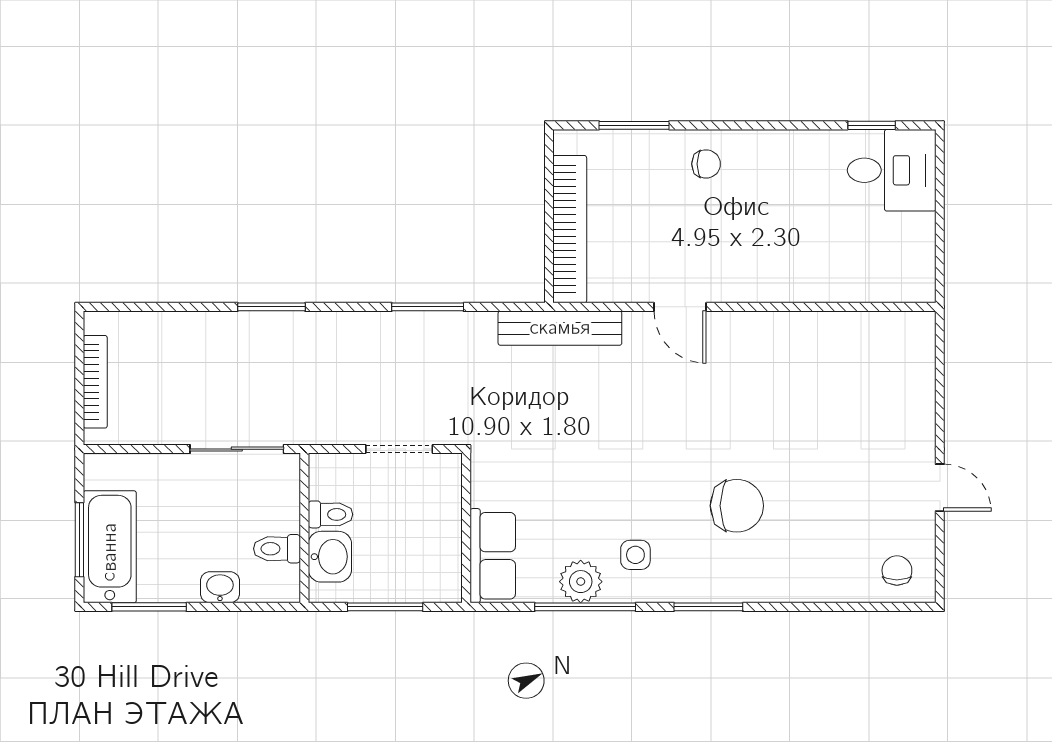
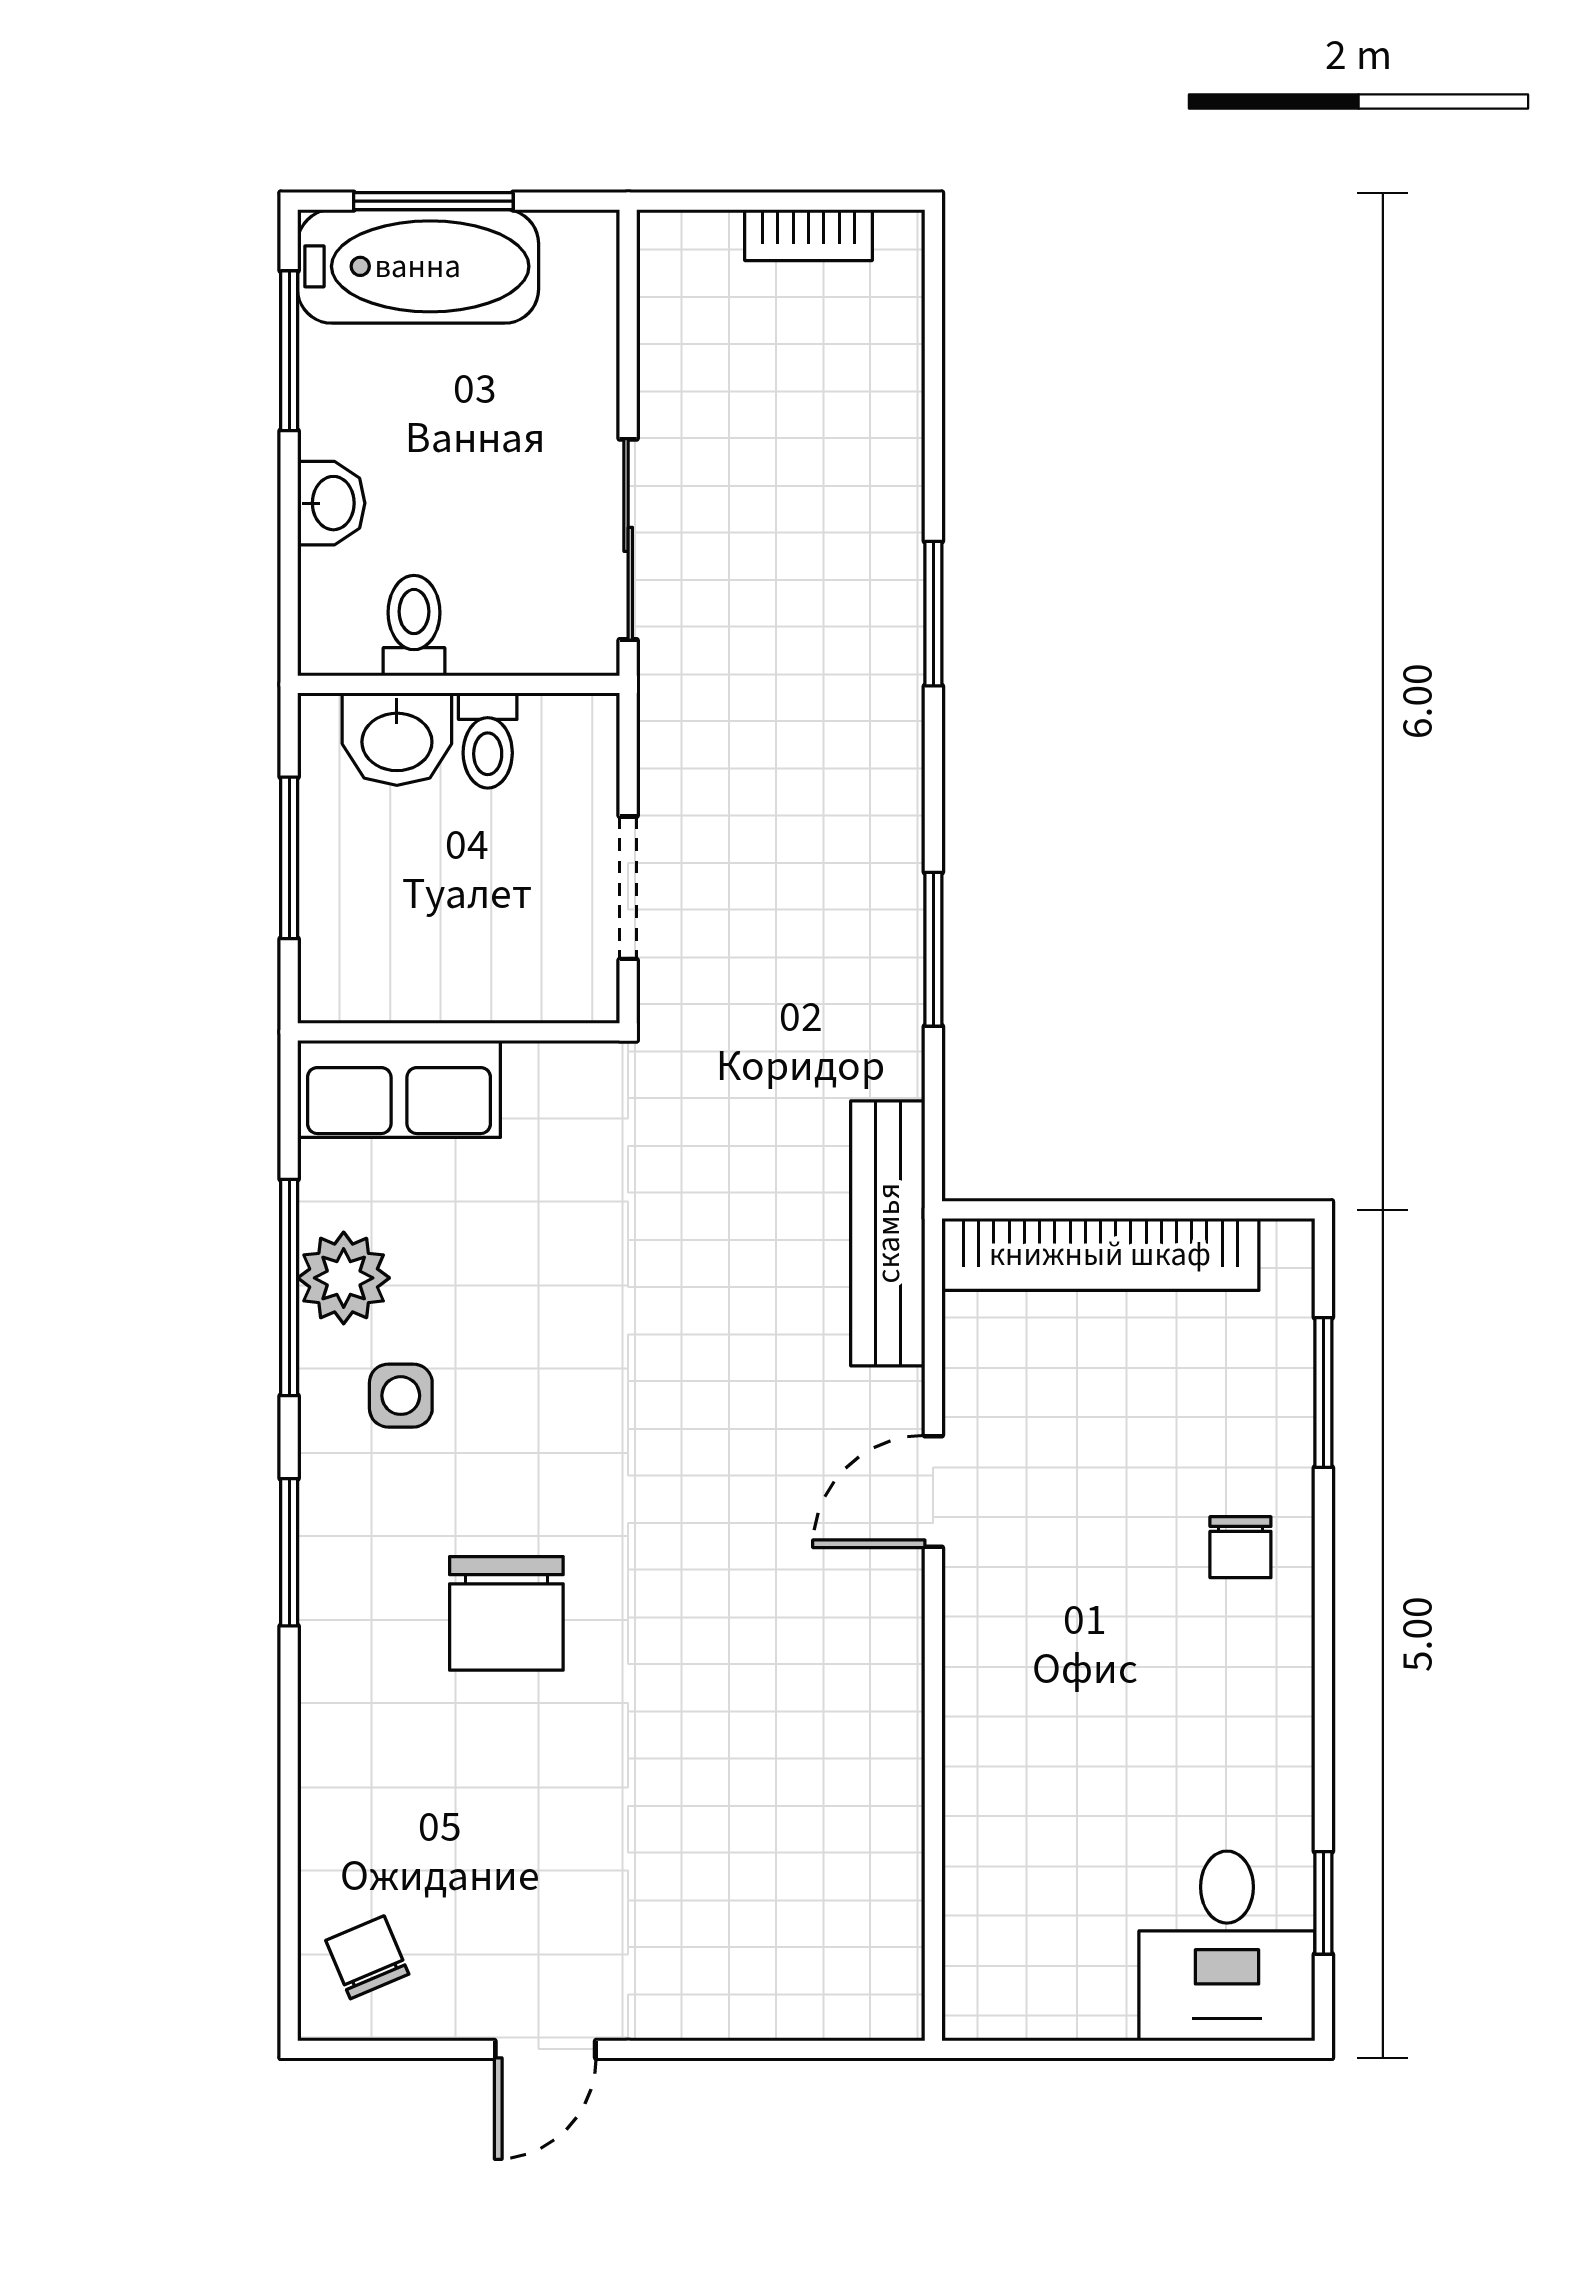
bookcase: (95, 382) -> (808, 235), width x0.64
chair: (897, 570) -> (367, 1957), turned -113

